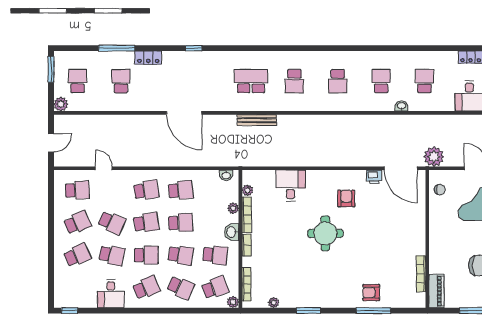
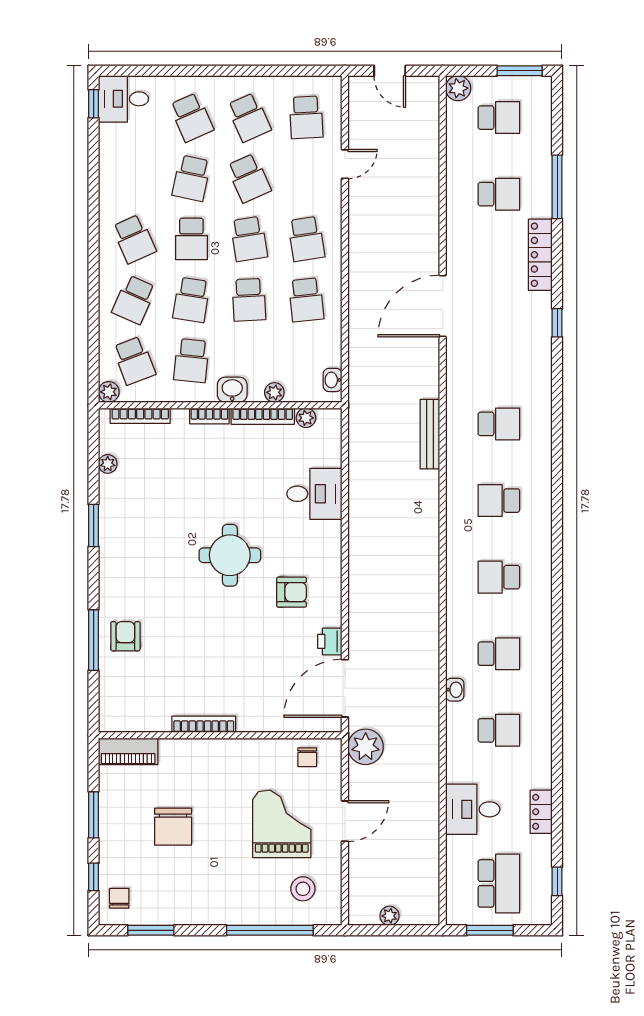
locker: (148, 58) -> (540, 255), width x1.53
school desk: (251, 81) -> (499, 424), width x0.54
school desk: (112, 223) -> (249, 178), turned -48
bookcase: (421, 274) -> (204, 724), moved
desk: (111, 294) -> (123, 99), moved

